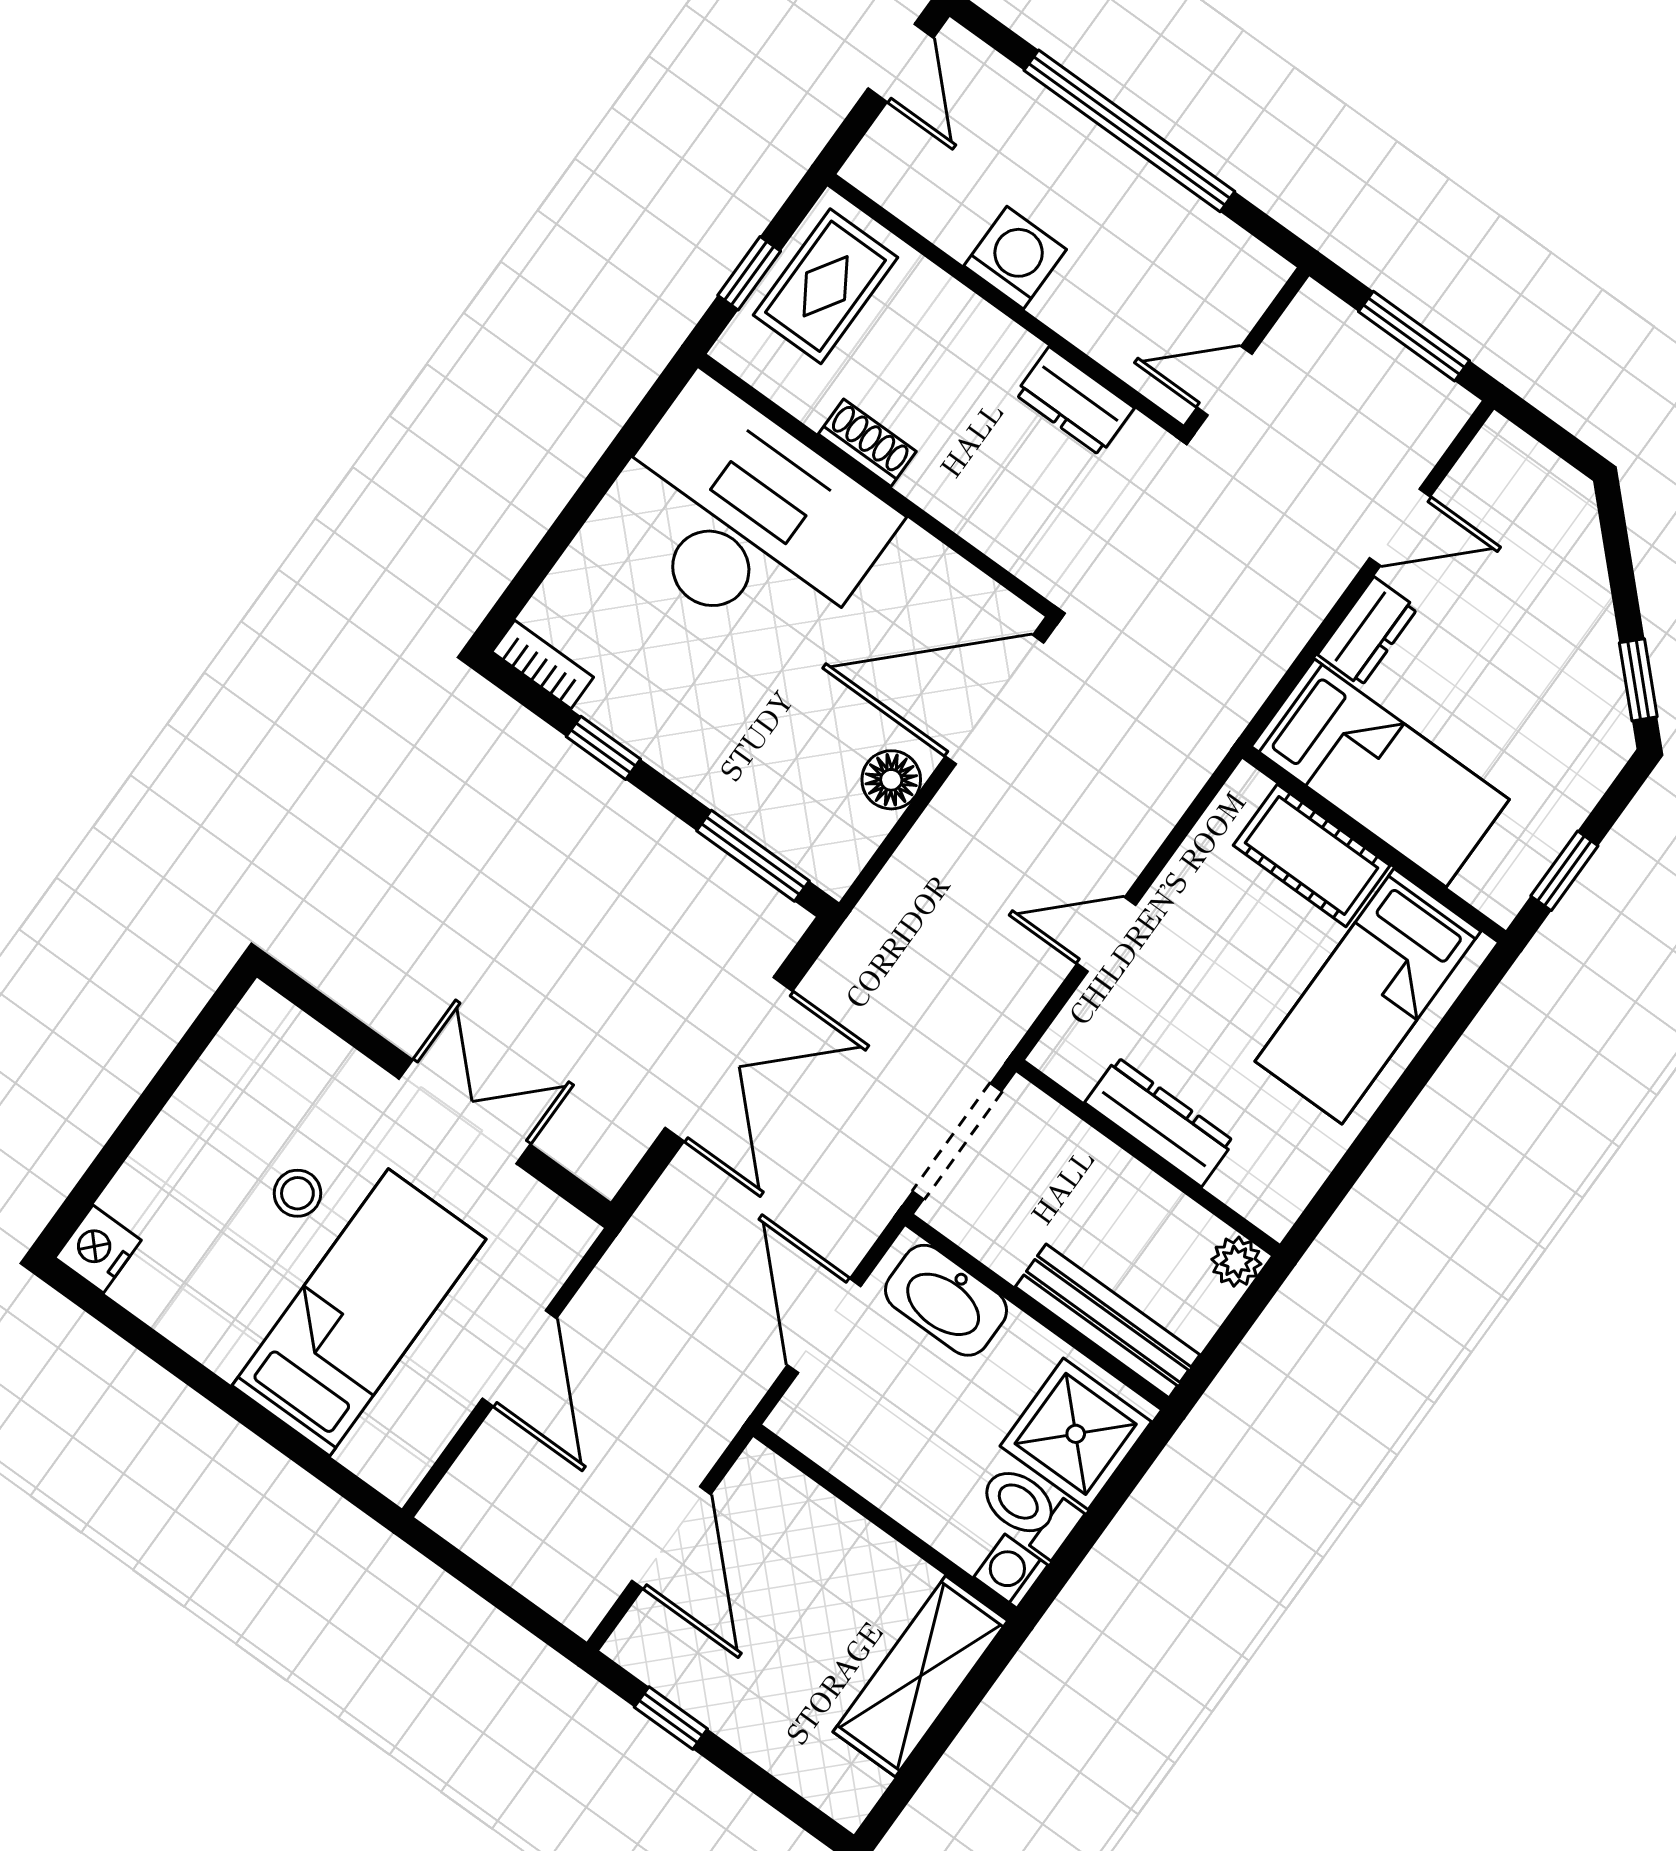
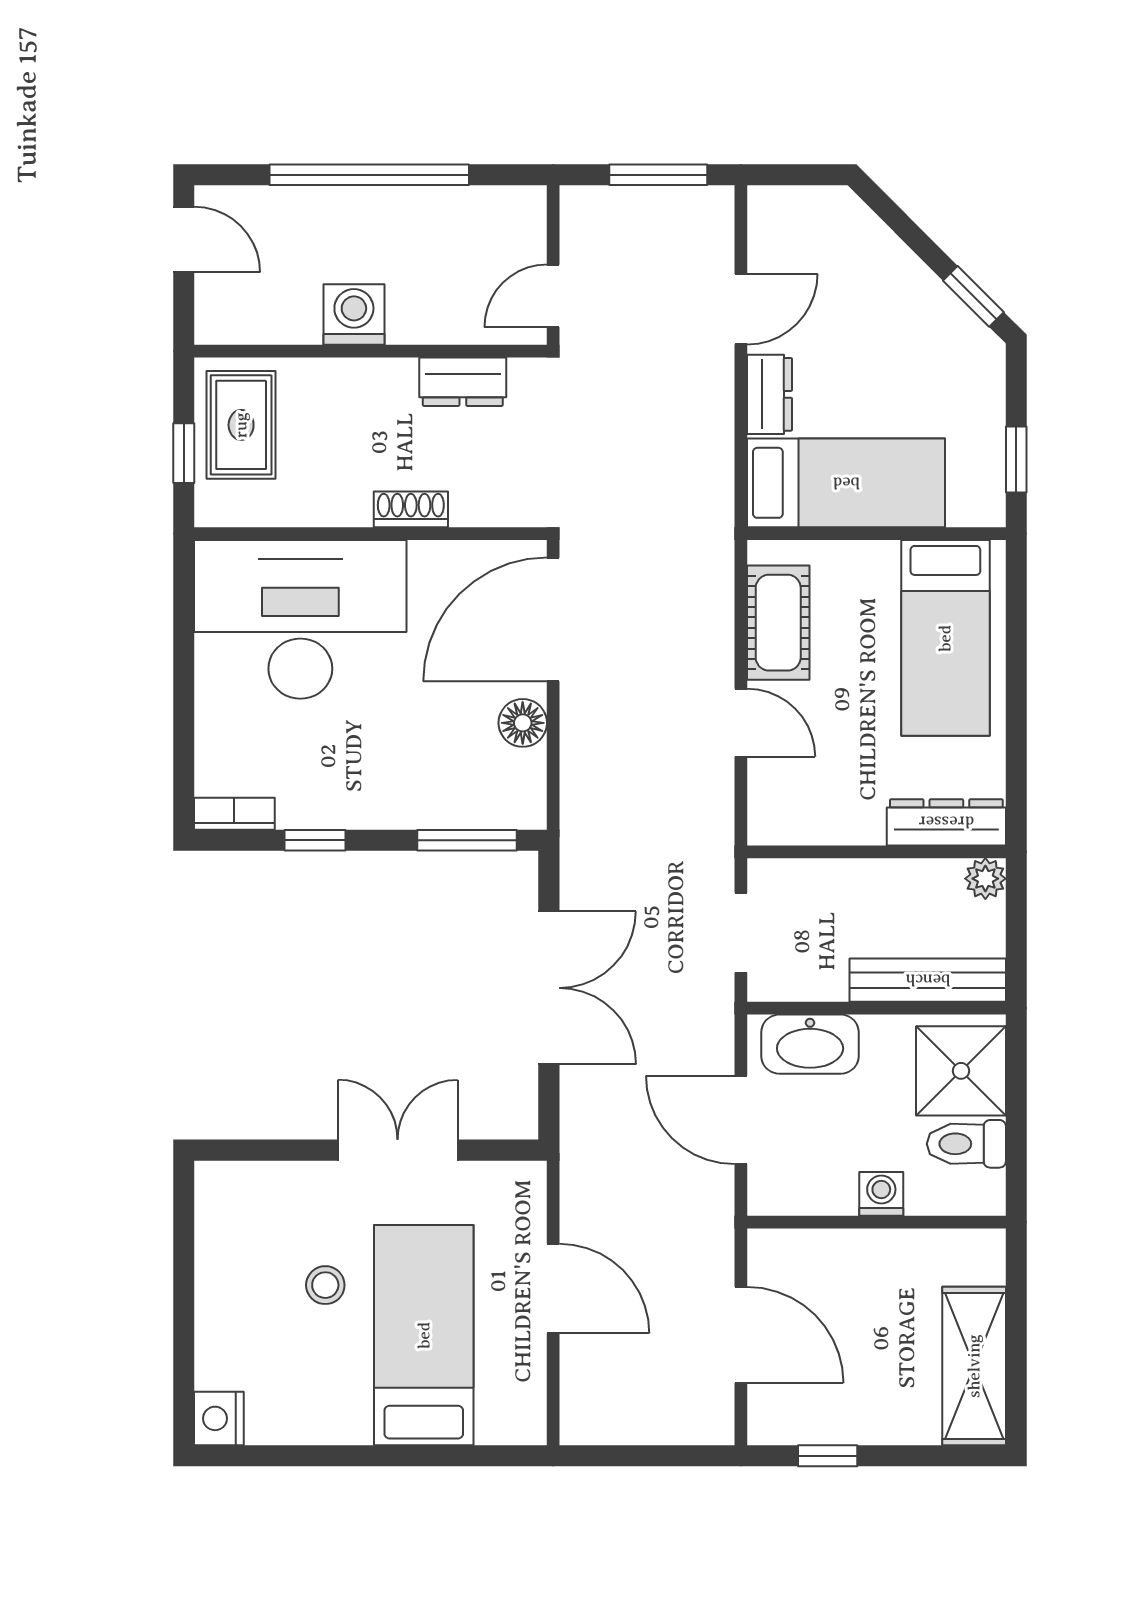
shoe rack: (867, 443) -> (411, 509), moved
cot: (1312, 855) -> (778, 623), moved, turned 90
door: (1106, 934) -> (741, 723), swing flipped
dresser: (1159, 1122) -> (946, 822), moved
doorway: (957, 1141) -> (741, 933), width x0.73
washing machine: (1011, 1571) -> (881, 1194), moved, turned 90
shelving: (920, 1676) -> (974, 1366), moved

